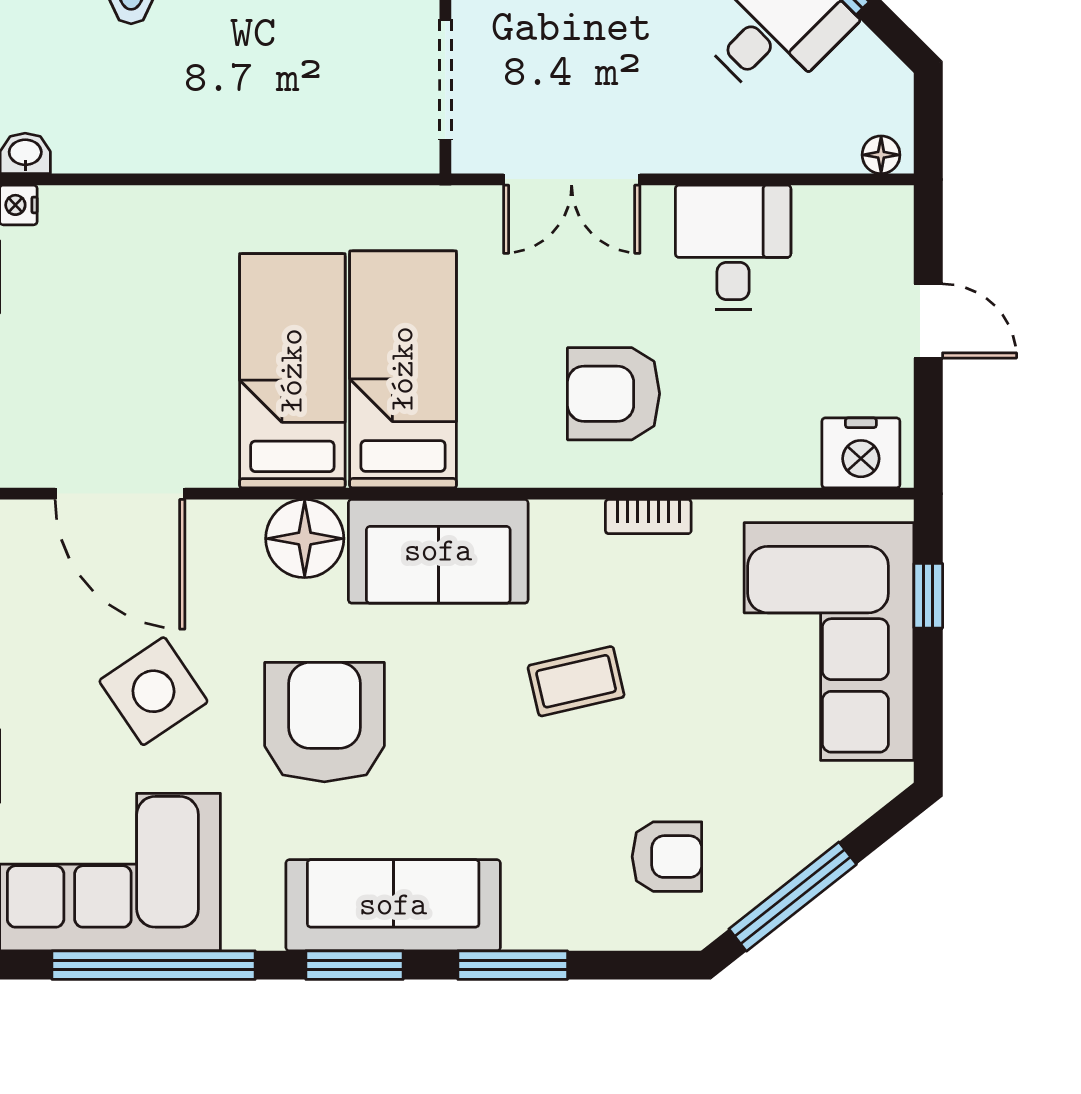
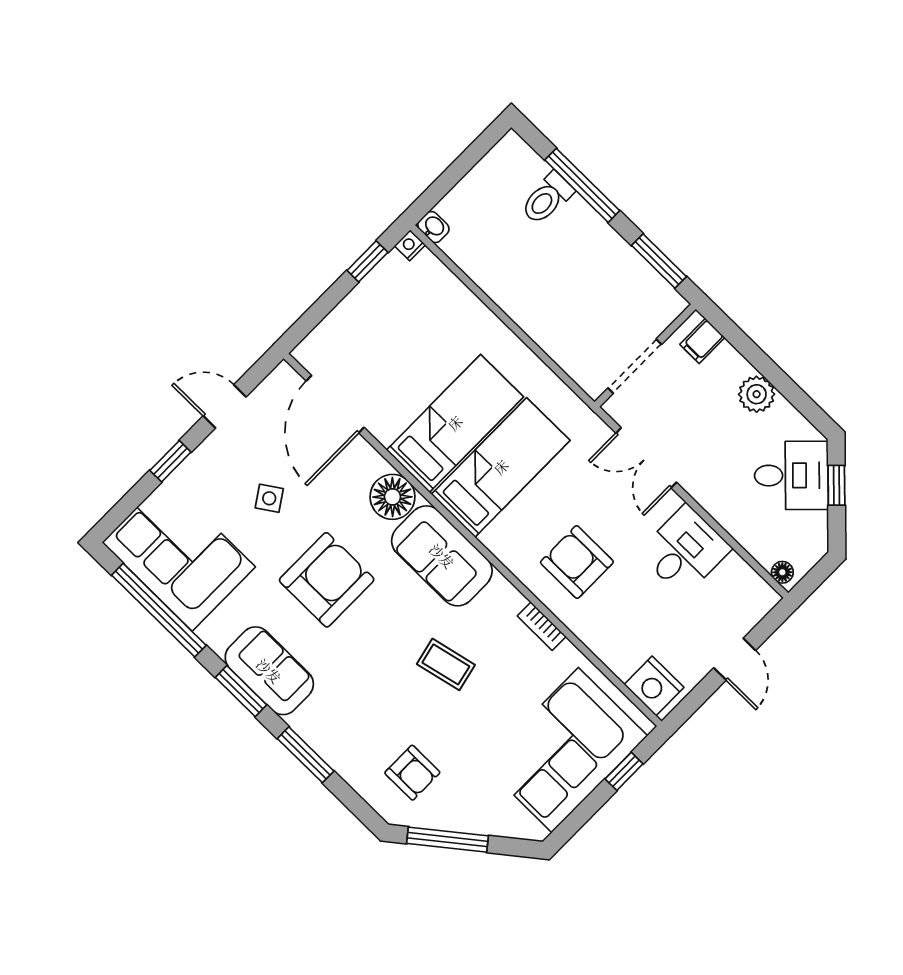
side table: (153, 691) -> (269, 498), width x0.54, depth x0.54
sofa: (393, 905) -> (269, 671), width x0.73

